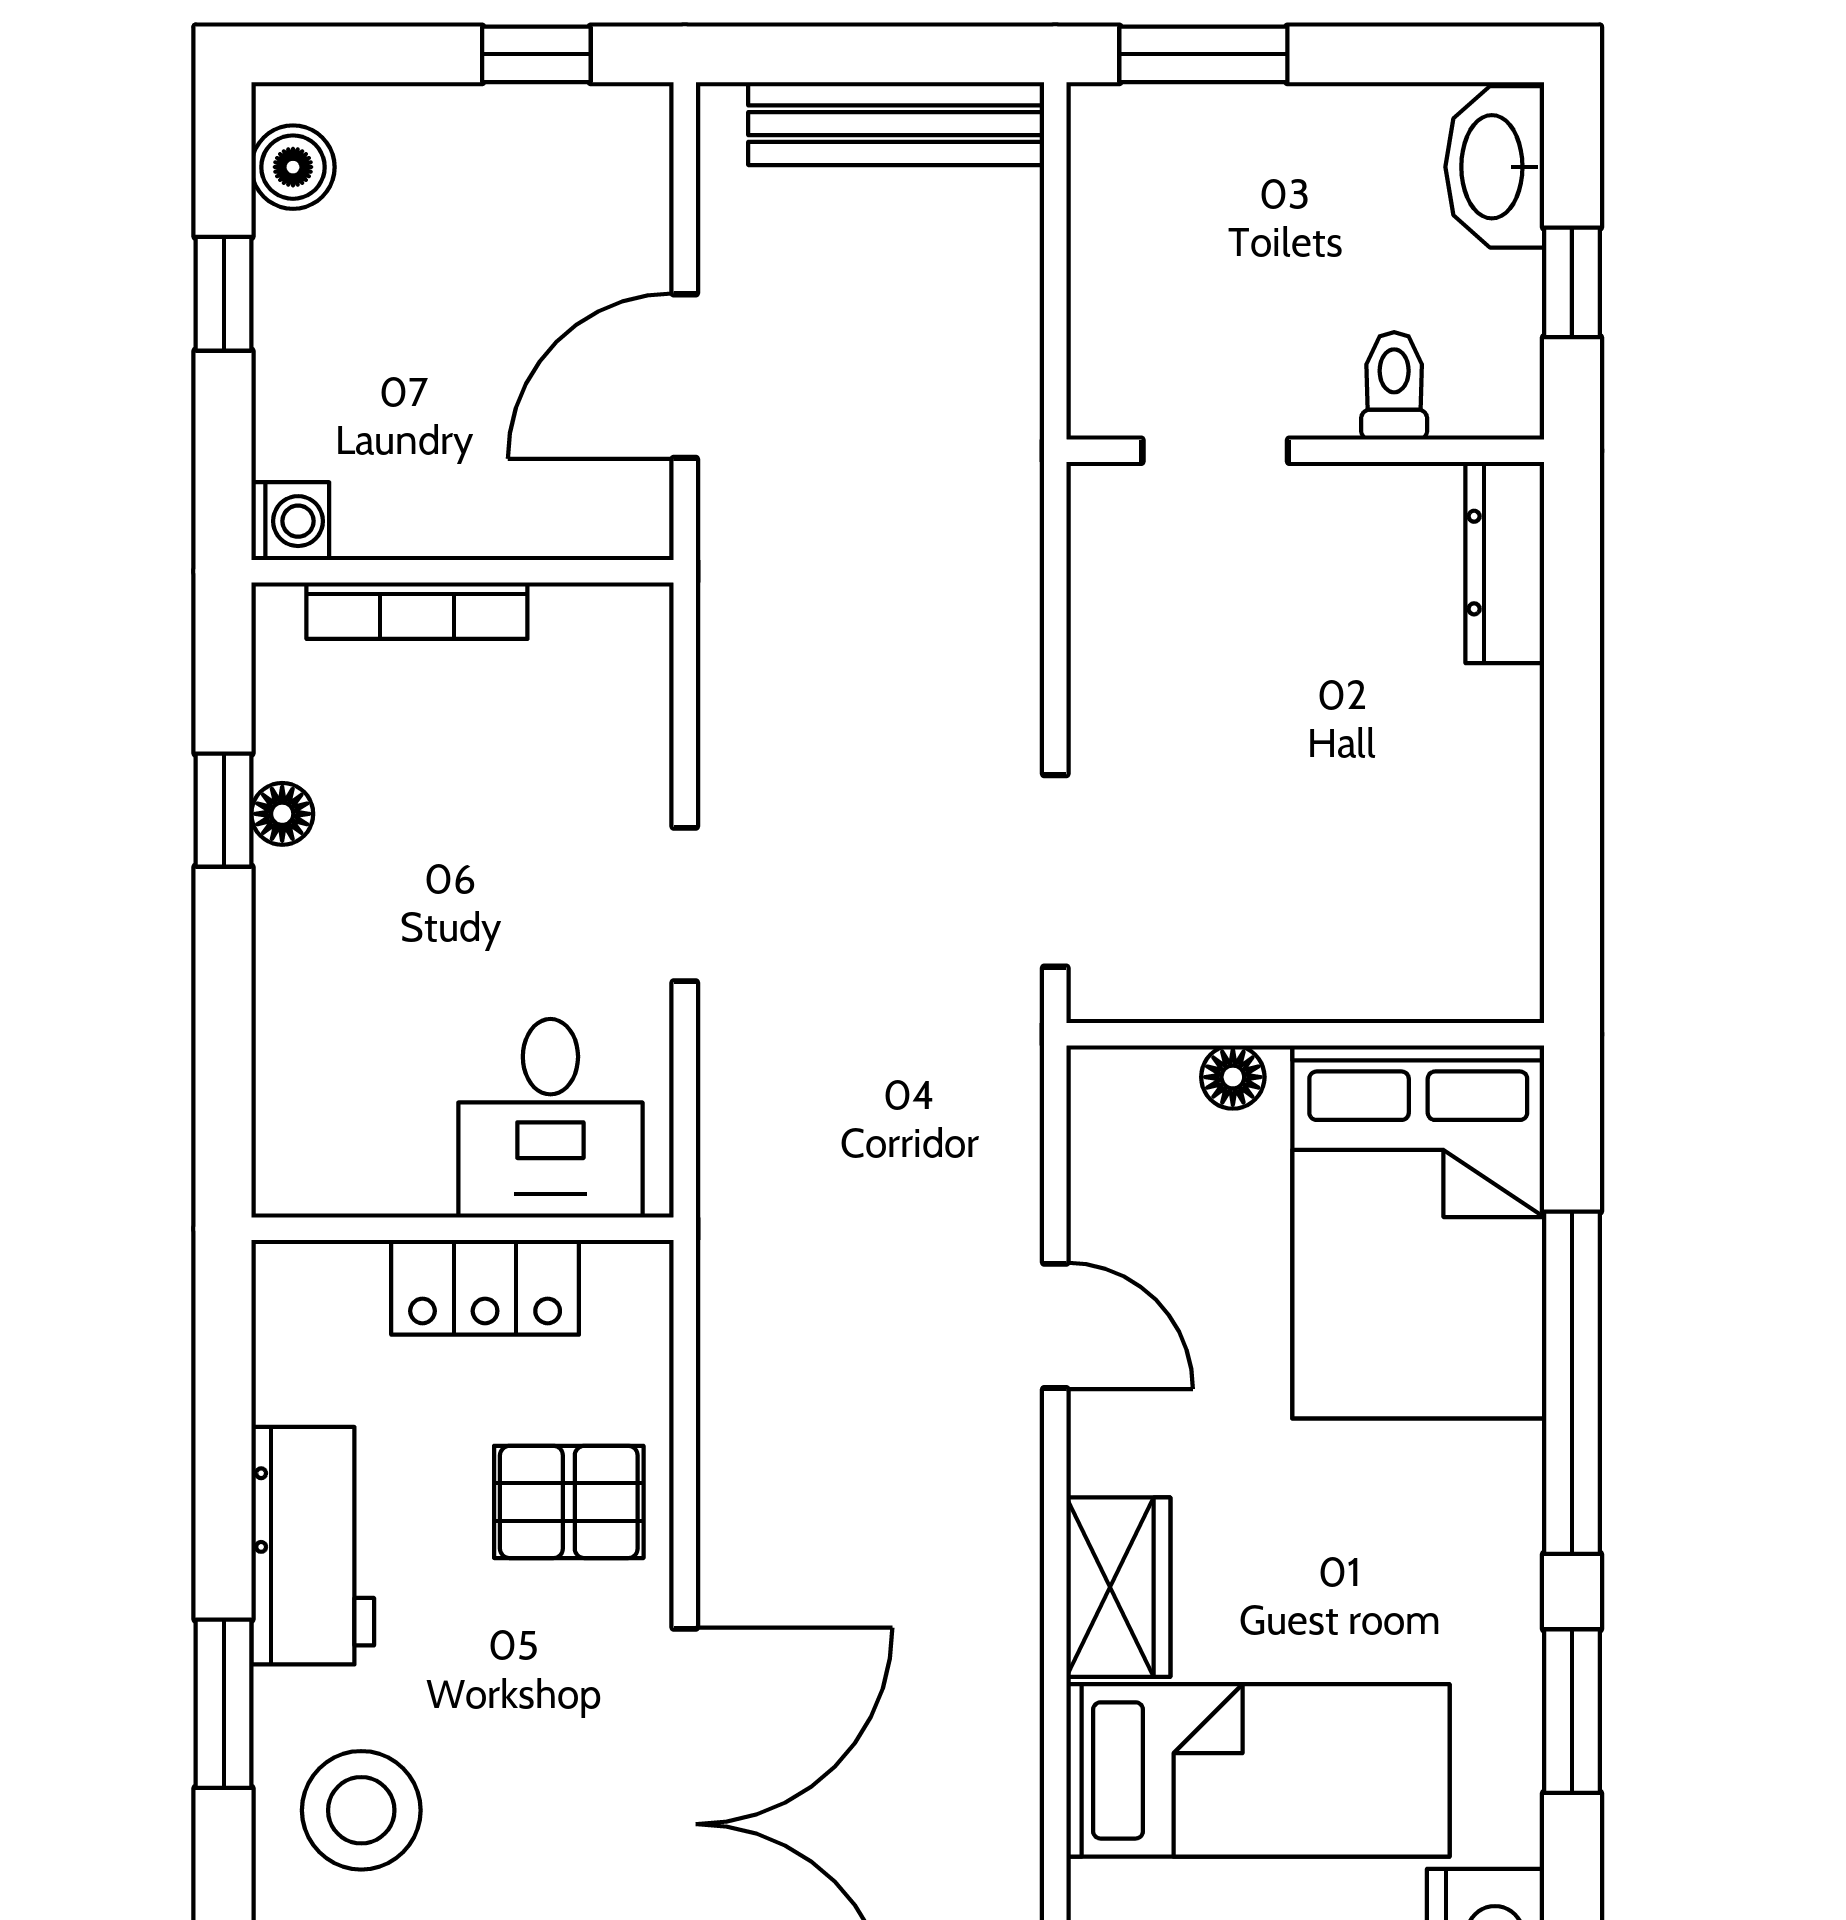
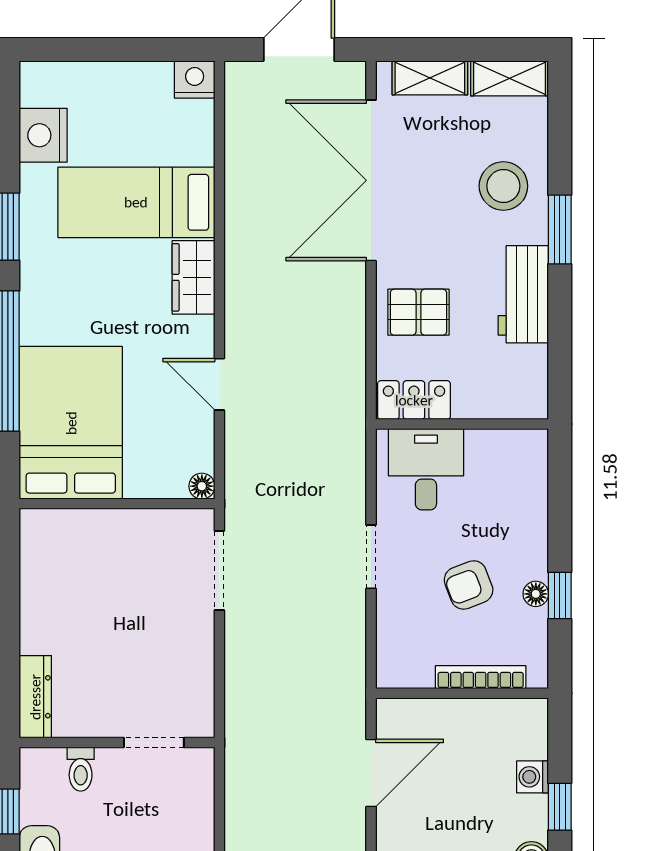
washing machine: (290, 521) -> (532, 777), moved
armchair: (446, 836) -> (469, 585), added
floor lamp: (1233, 1077) -> (202, 486), moved
locker: (485, 1287) -> (414, 400), moved

